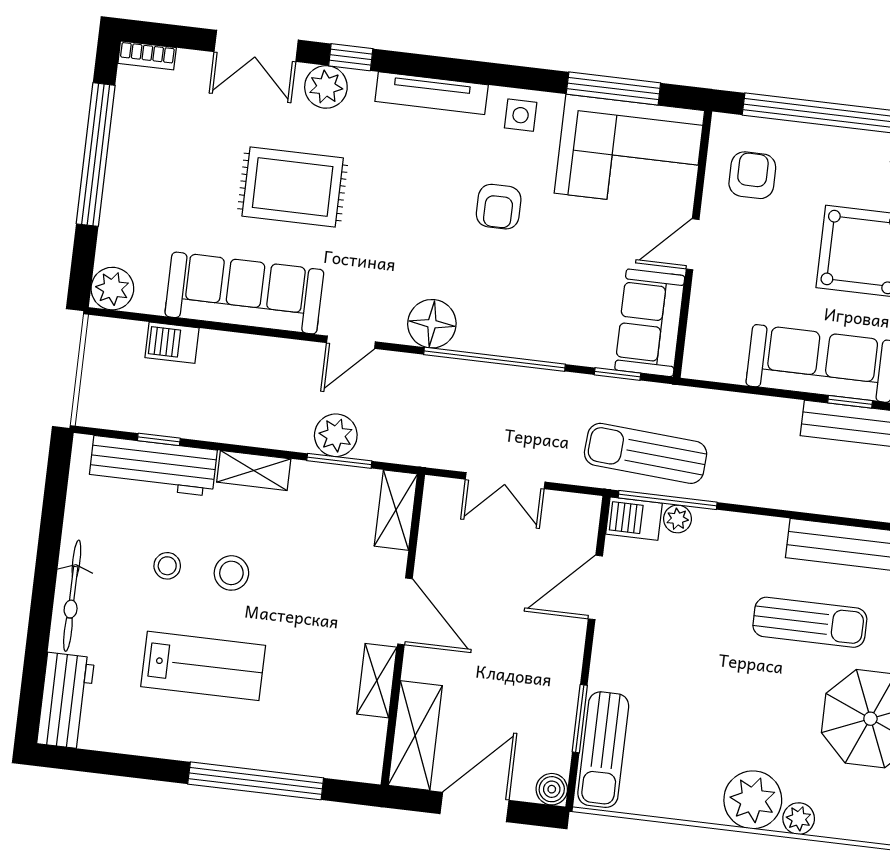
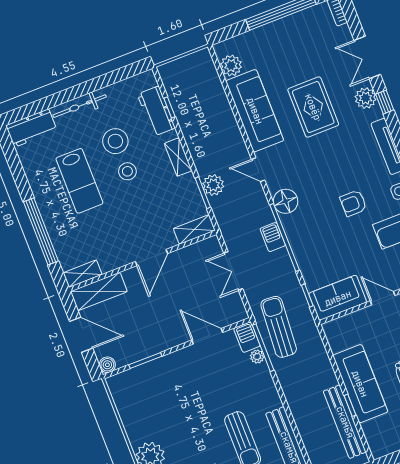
plant: (112, 289) -> (231, 66), moved
barbecue: (172, 343) -> (273, 237), moved
workbench: (153, 466) -> (156, 111), width x0.73
stool: (167, 566) -> (115, 141), width x1.89, depth x1.89
shelving: (377, 681) -> (83, 274), moved
sun lounger: (603, 750) -> (137, 378), removed

